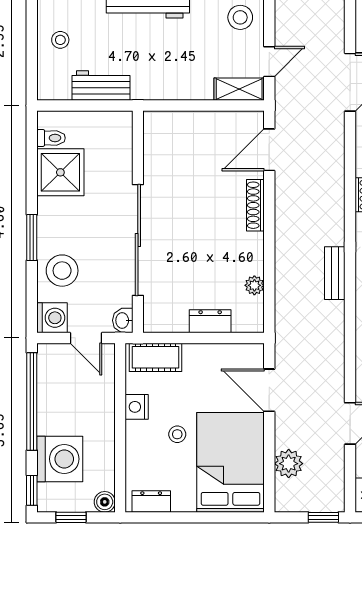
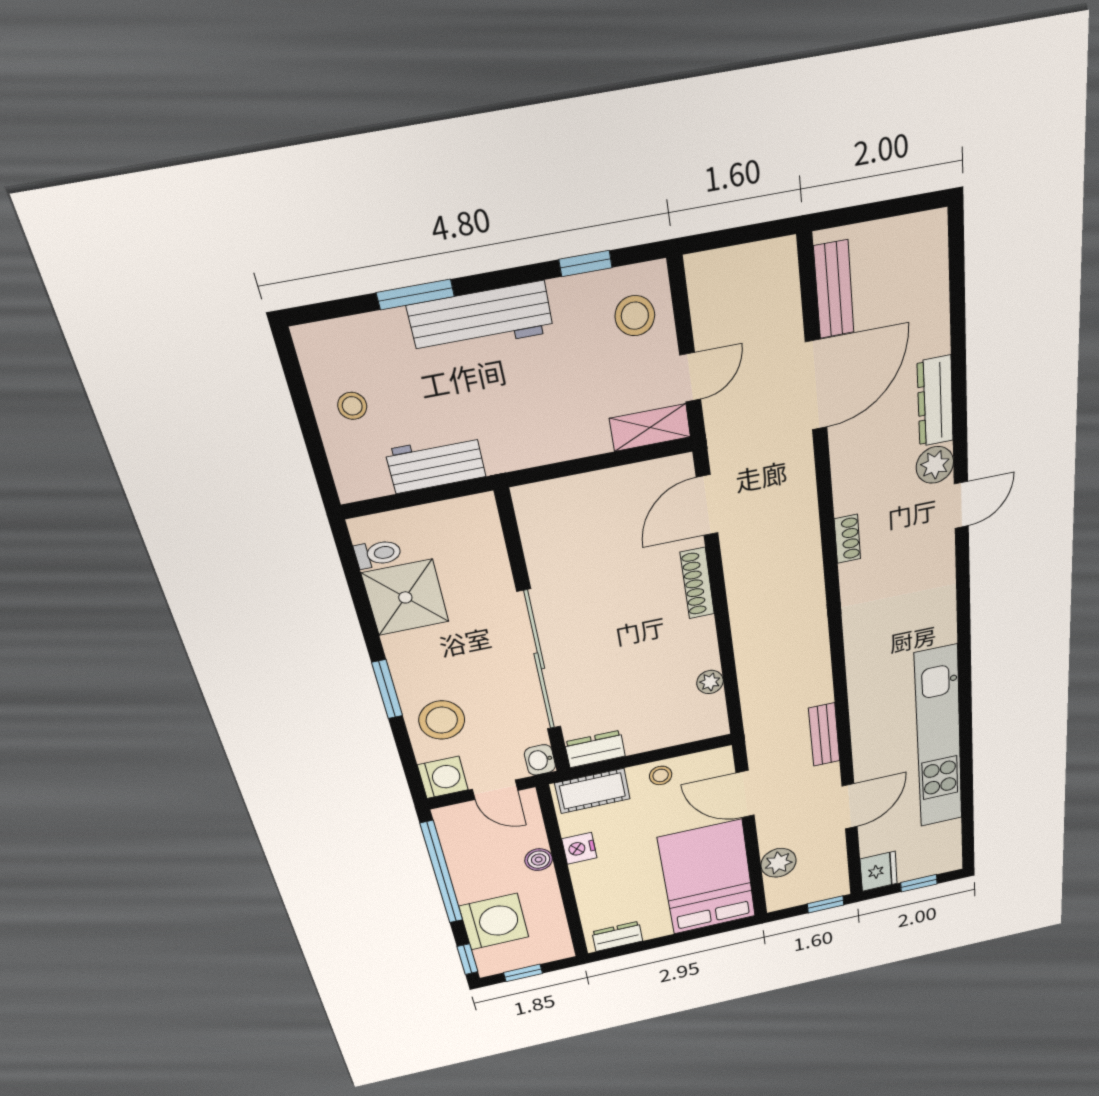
bench: (335, 273) -> (824, 735), moved
dresser: (210, 321) -> (595, 749), moved
stool: (177, 434) -> (661, 775), moved
boiler: (105, 502) -> (539, 860), moved

